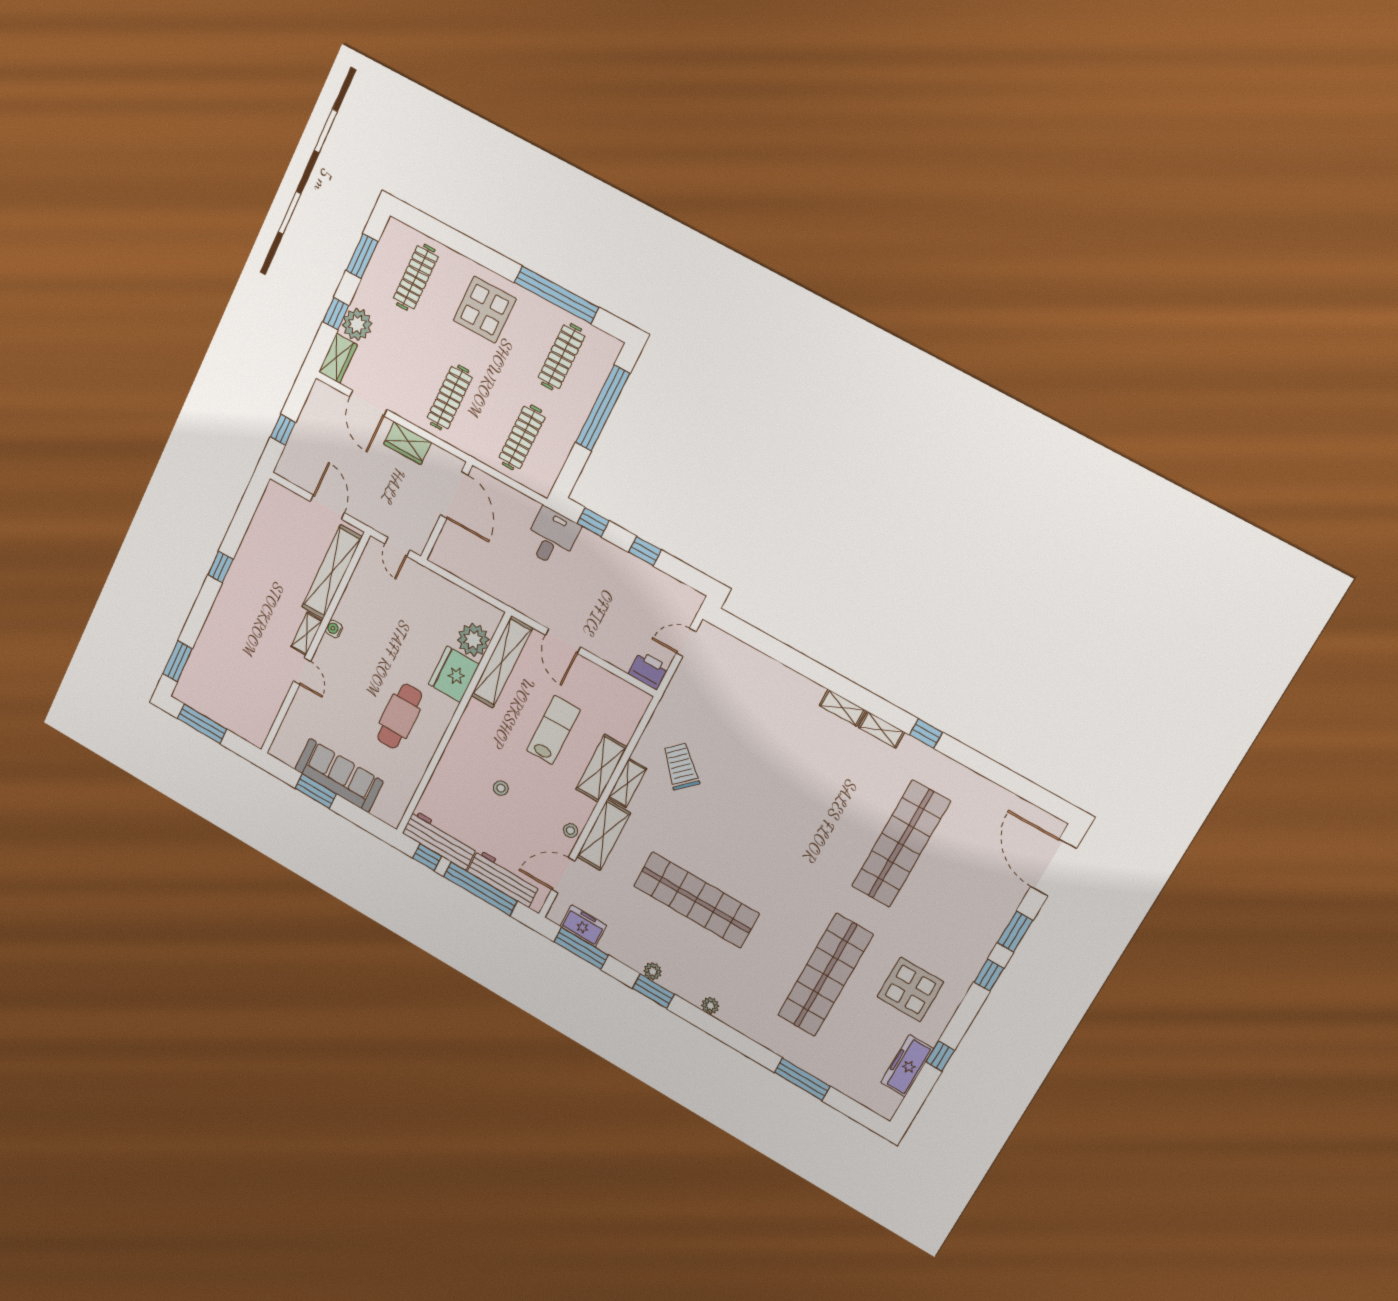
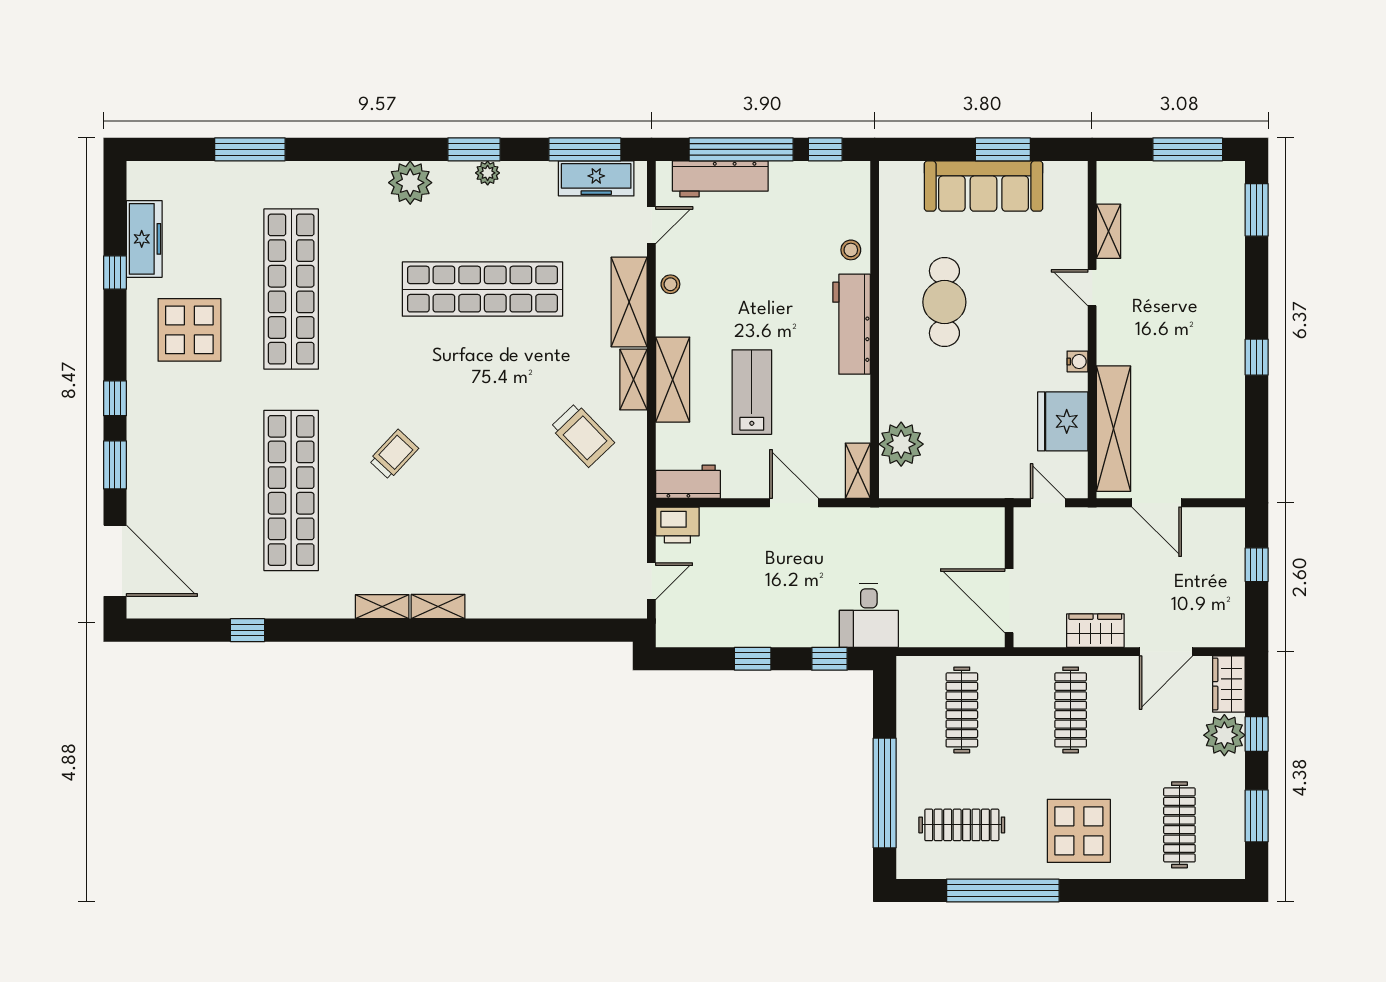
clothes rail: (561, 357) -> (962, 825), turned 90
door: (368, 403) -> (1166, 652), swing flipped
shelving: (307, 634) -> (1109, 231), moved
shelving: (502, 662) -> (858, 471), width x0.45, depth x0.75
fridge: (454, 674) -> (1063, 421), moved, turned 180
workbench: (626, 695) -> (688, 482), added
lab bench: (553, 730) -> (752, 392), turned 180
window: (926, 733) -> (248, 630), moved
stool: (501, 788) -> (851, 250), moved
trolley: (816, 827) -> (394, 454), added
workbench: (440, 840) -> (852, 324), moved, turned 90
door: (563, 875) -> (651, 225), width x0.73
freezer: (583, 926) -> (596, 178), width x1.40
plant: (710, 1006) -> (410, 183), width x1.88, depth x1.88

